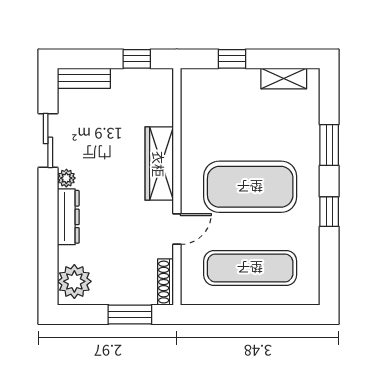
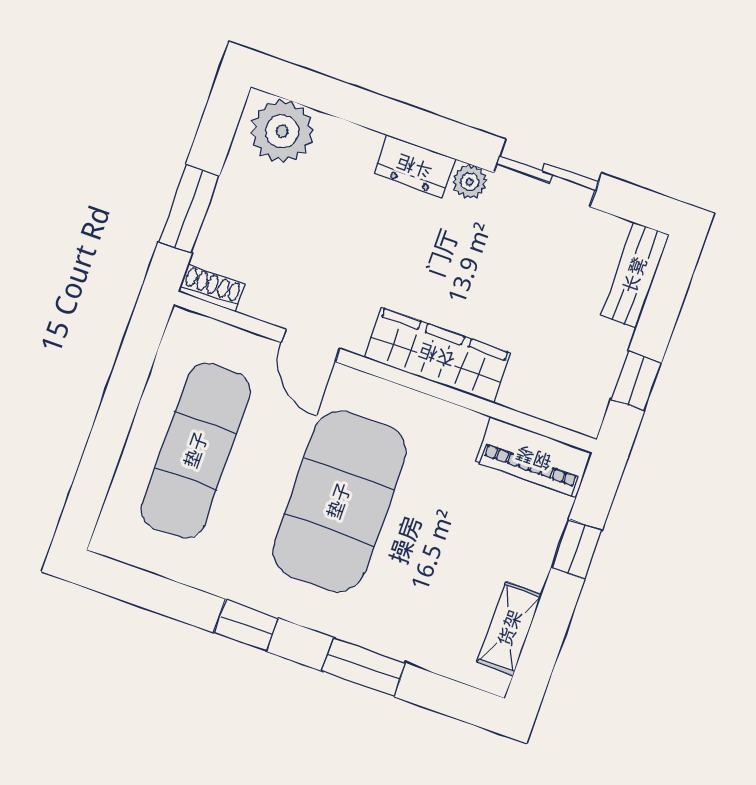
piano: (193, 97) -> (534, 457), added
dresser: (68, 217) -> (415, 166), width x0.70
shoe rack: (166, 282) -> (212, 288), width x0.70

